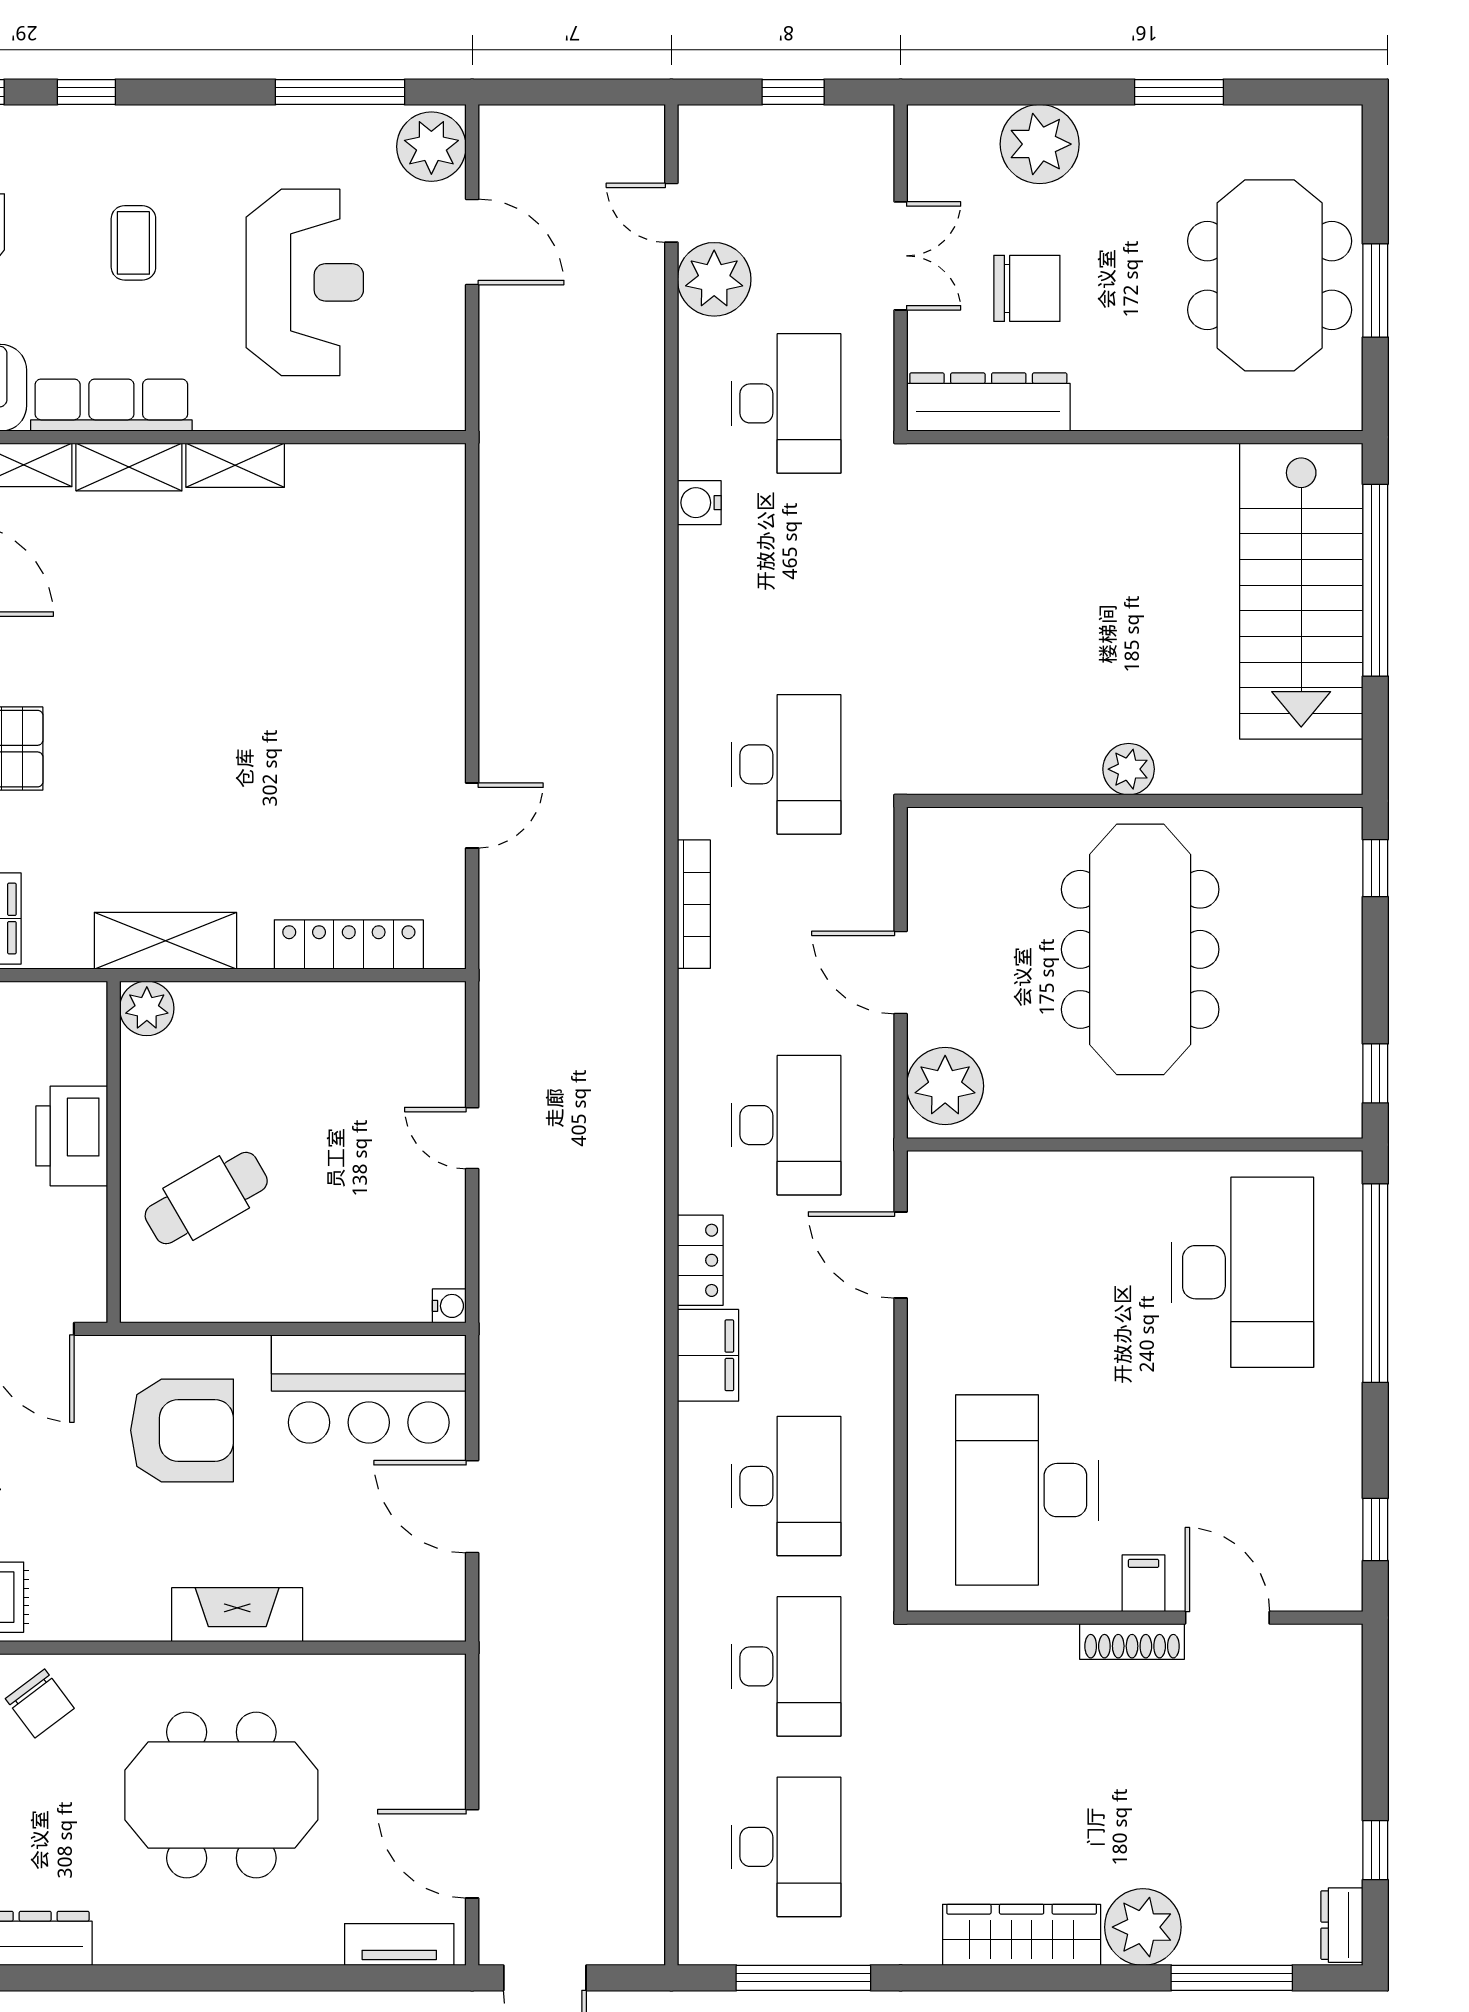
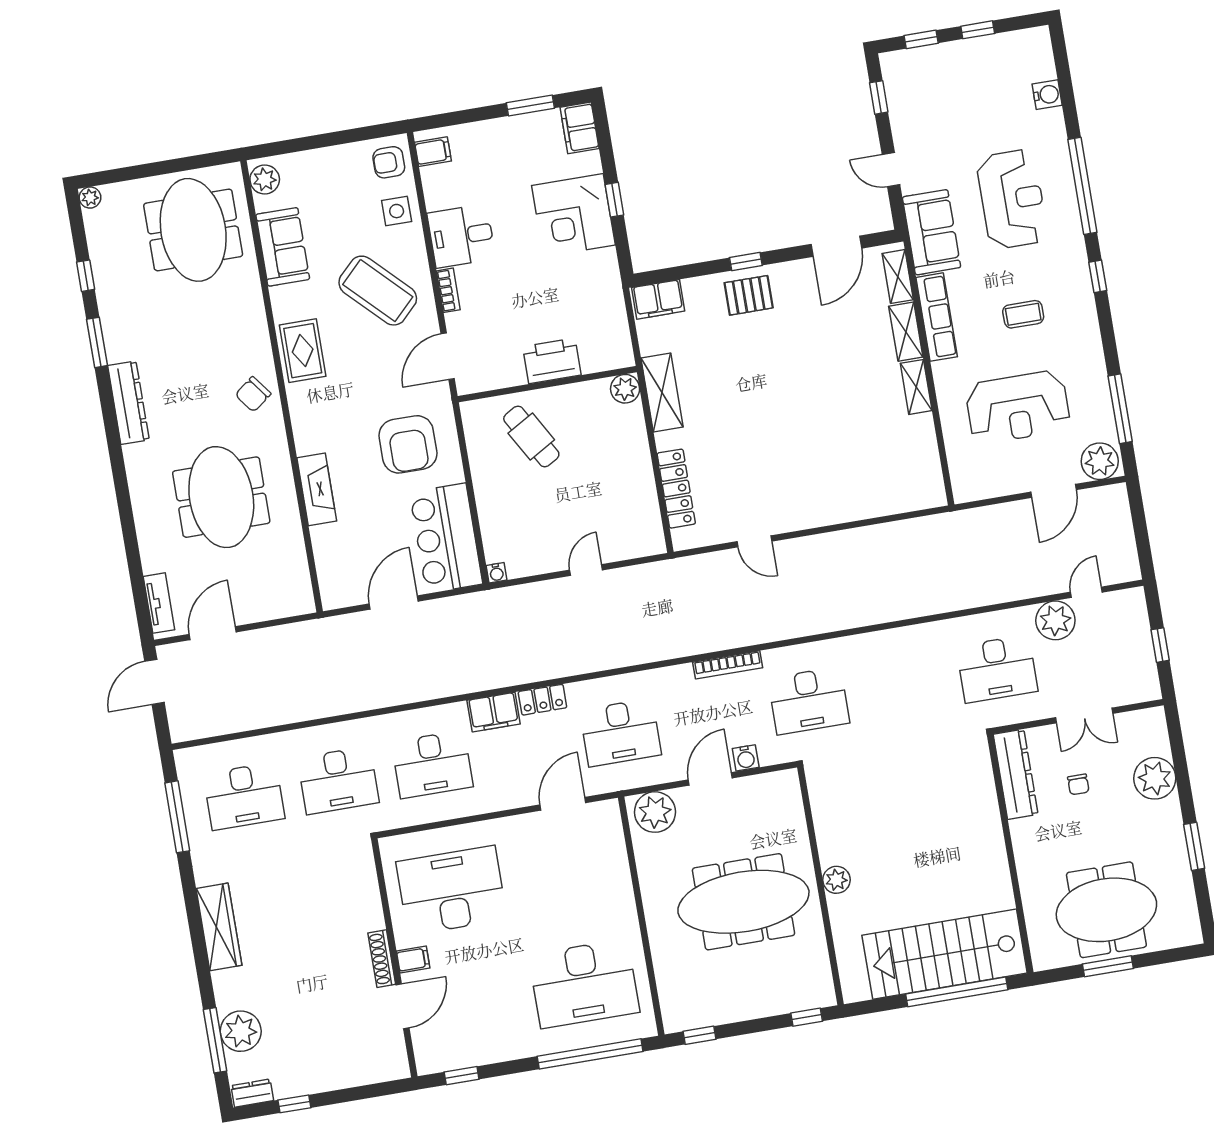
chair: (1027, 288) -> (1078, 784), width x0.54, depth x0.54
water cooler: (699, 503) -> (746, 758), moved, turned 180
plant: (1143, 1927) -> (241, 1031), moved

